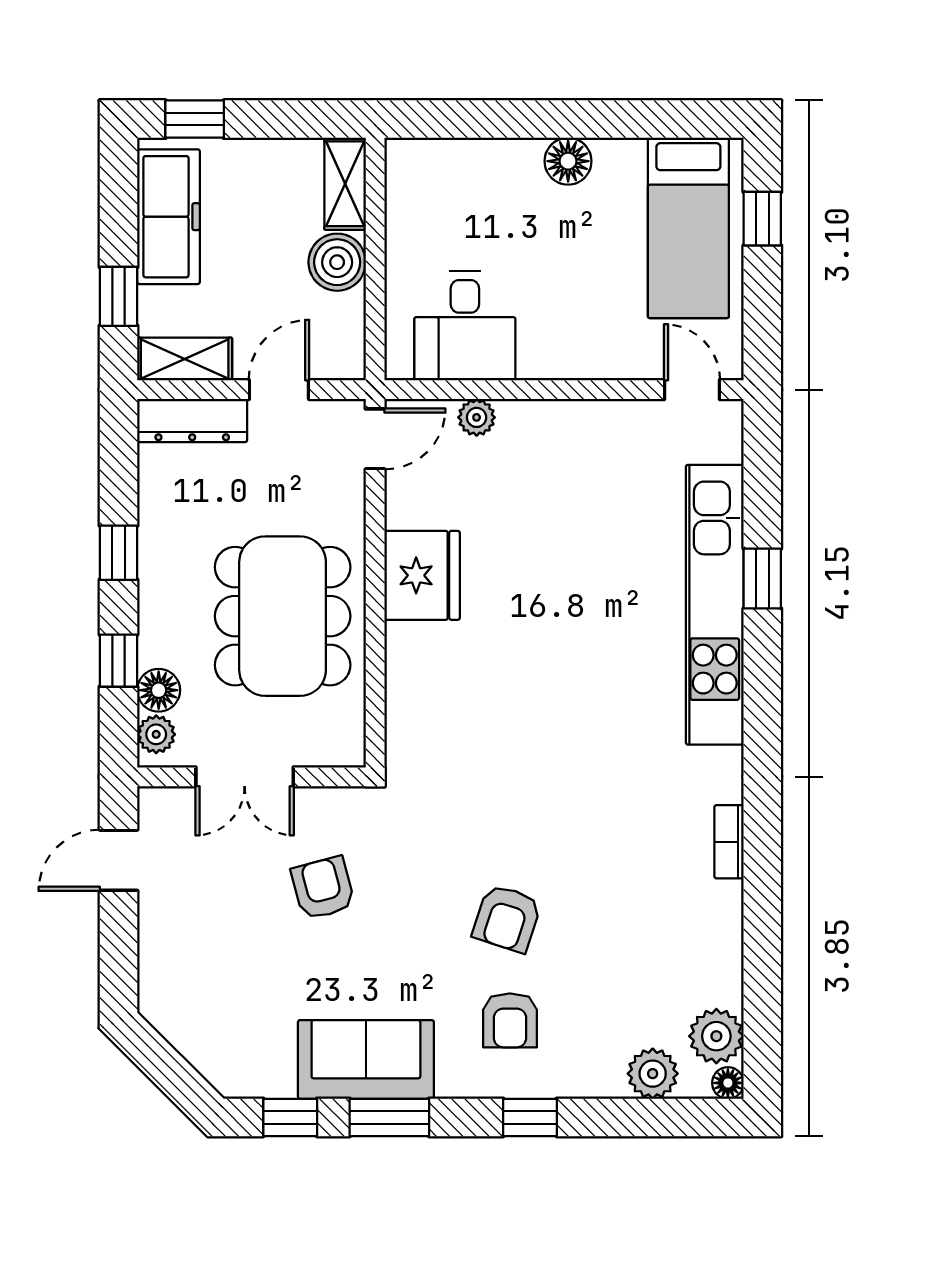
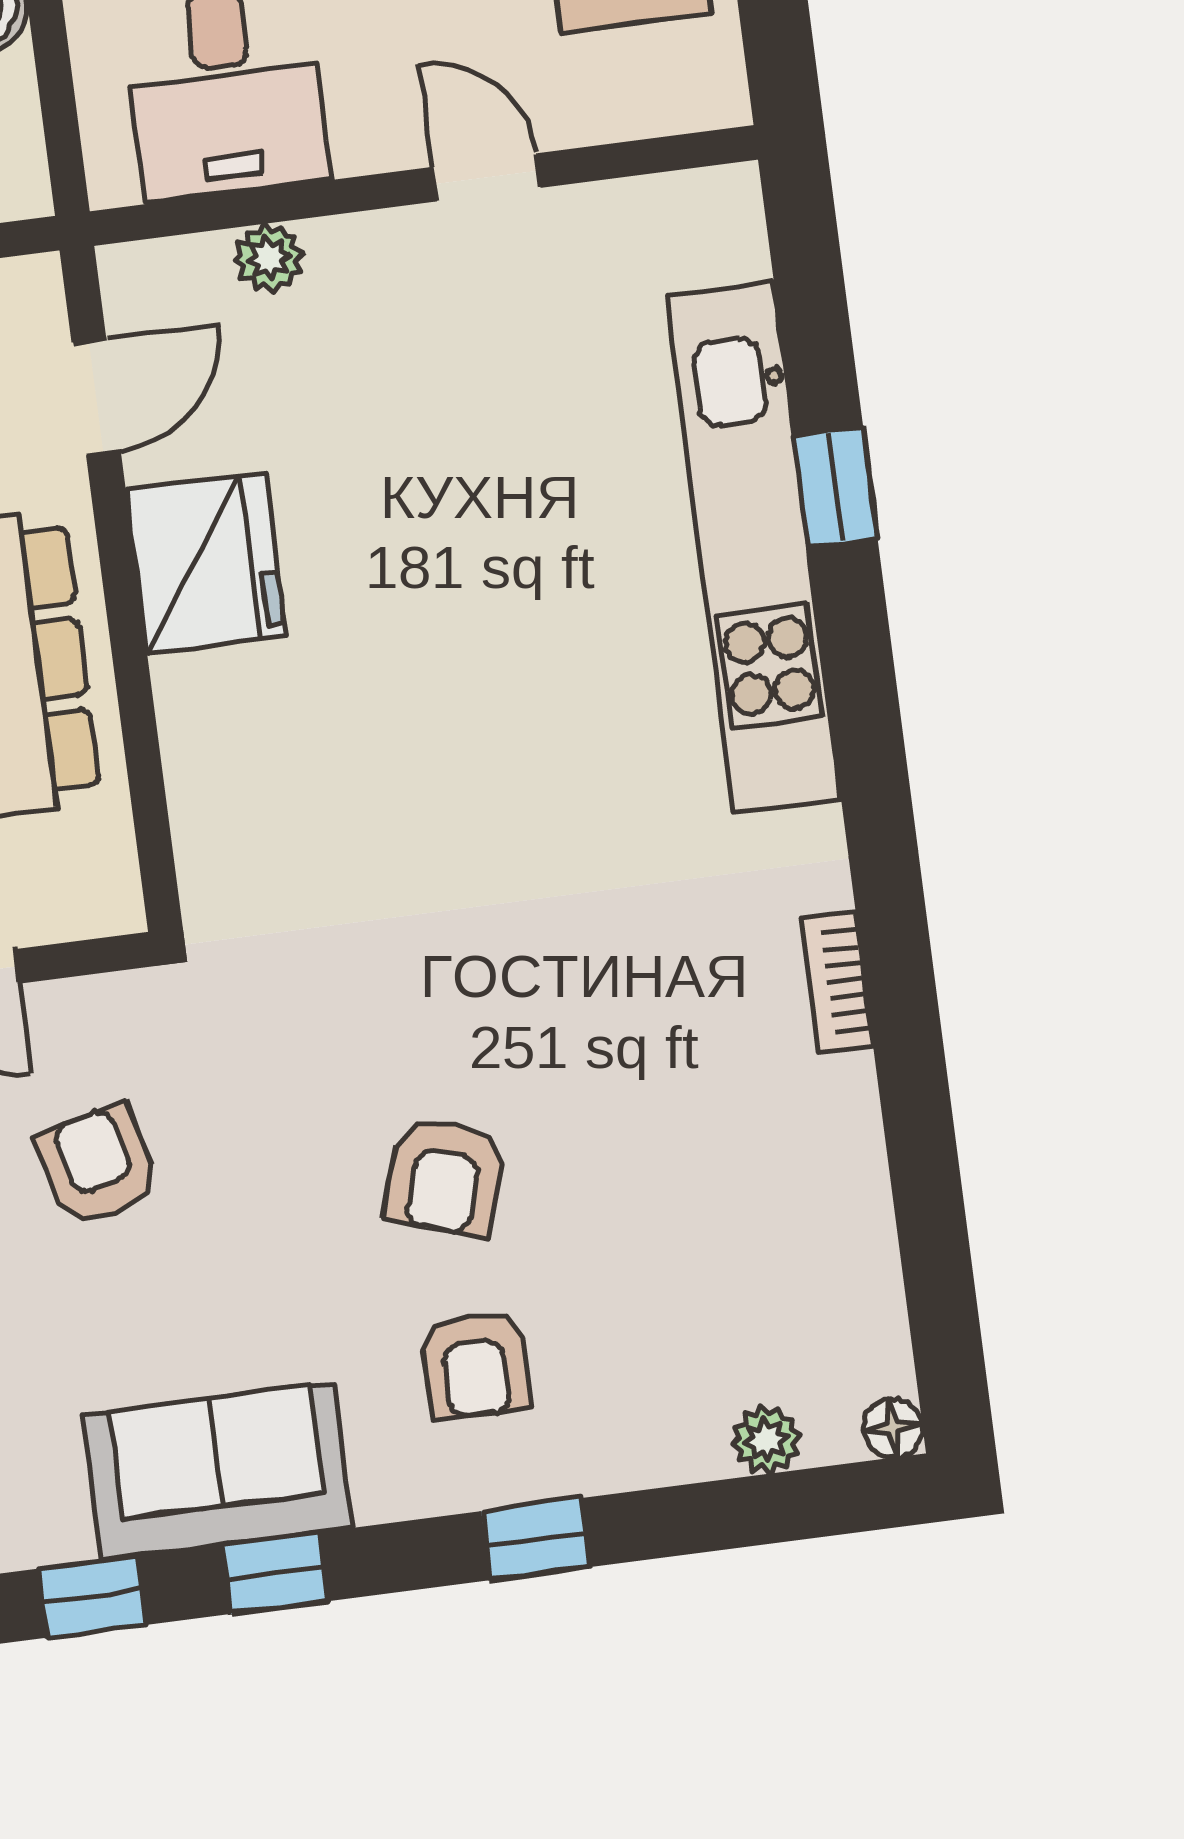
door: (692, 390) -> (486, 177), moved
door: (375, 439) -> (96, 397), moved
plant: (716, 1036) -> (861, 1344), removed
plant: (653, 1074) -> (766, 1440), width x0.73, depth x0.73
window: (389, 1117) -> (276, 1573), width x0.67

